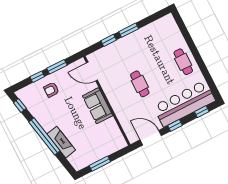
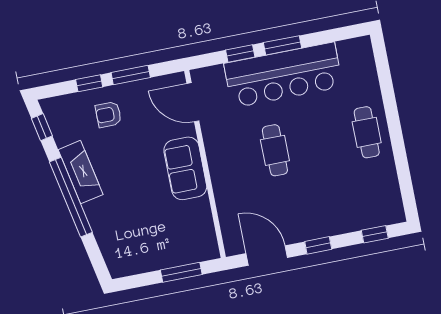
bar counter: (184, 103) -> (283, 75), moved, turned 180
fireplace: (61, 142) -> (81, 172), moved
window: (100, 164) -> (181, 272), moved

